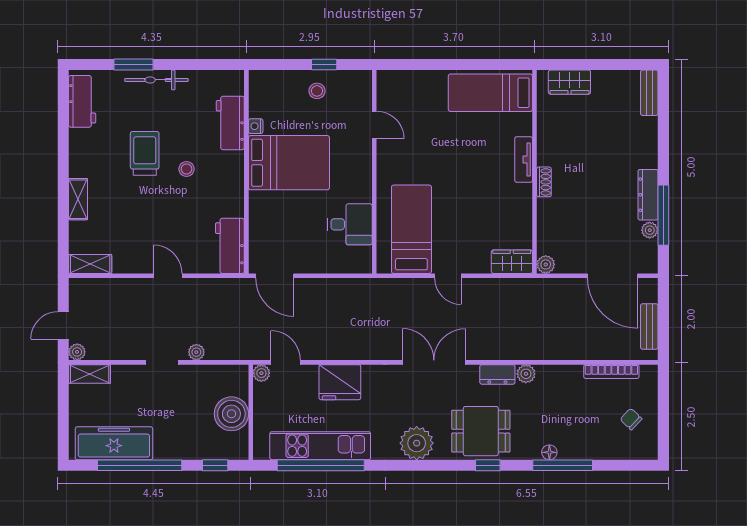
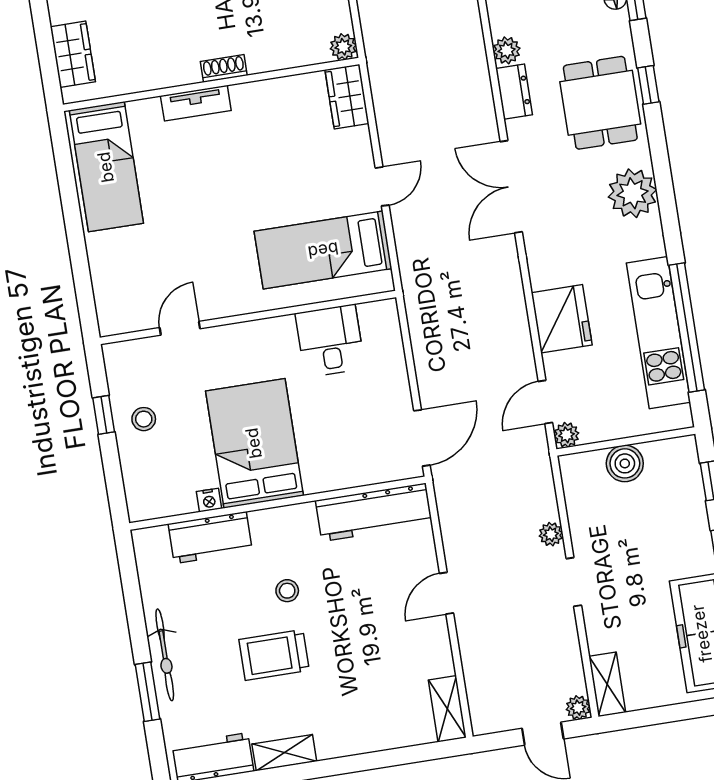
shelving: (78, 199) -> (284, 753), moved
workbench: (230, 246) -> (374, 512), width x1.38
boiler: (231, 414) -> (625, 463), width x0.73, depth x0.73

